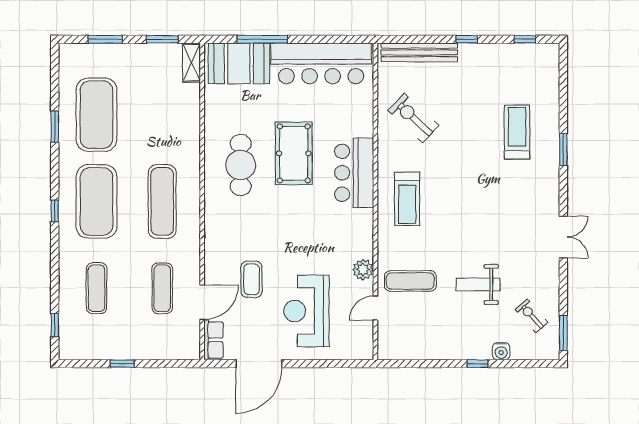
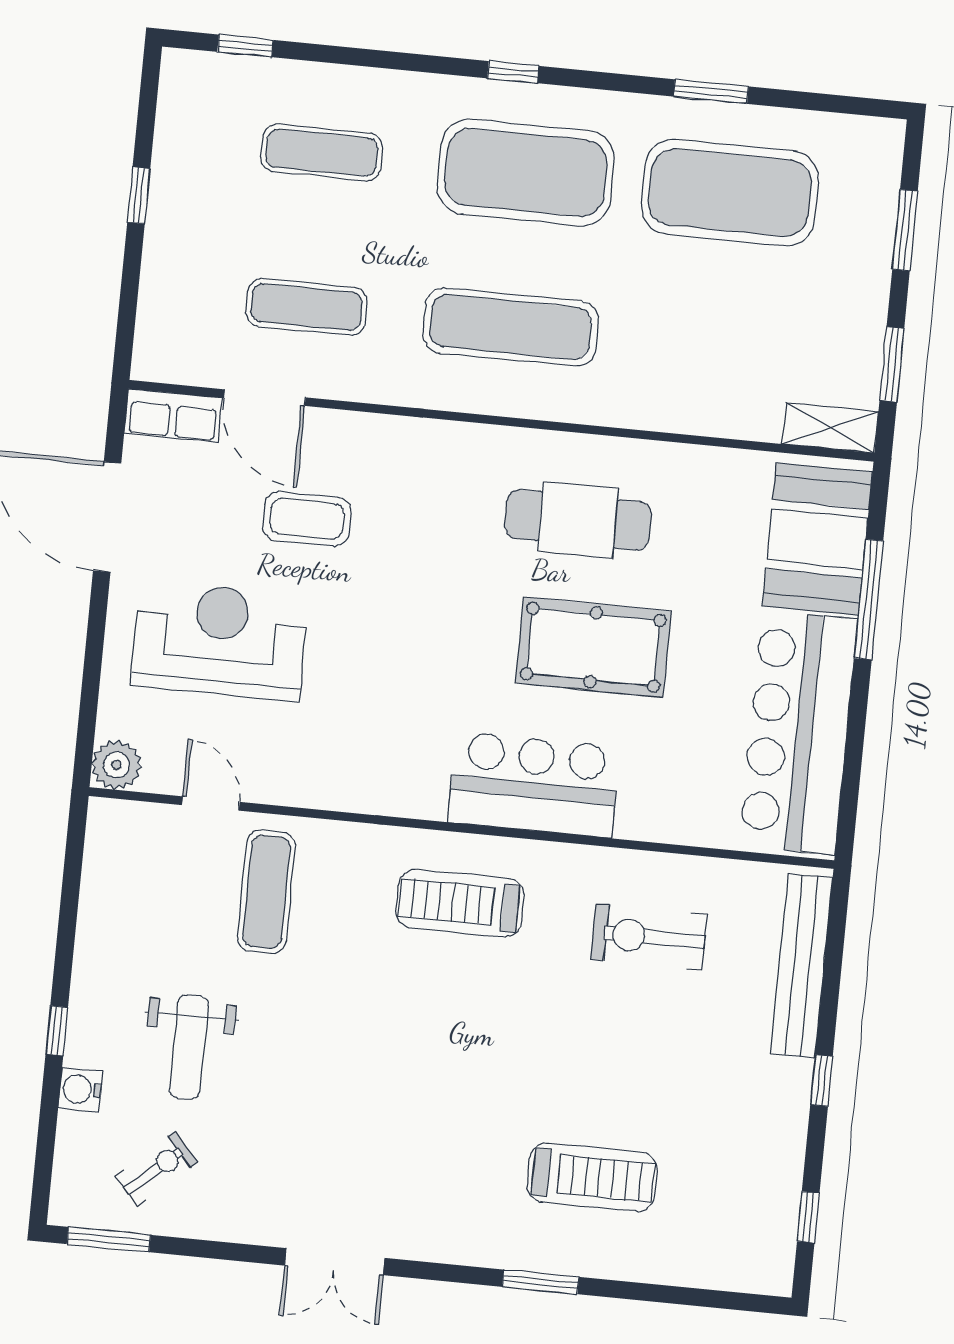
exercise bike: (413, 118) -> (649, 937), turned -133
plant: (363, 270) -> (116, 765), moved
weight bench: (478, 284) -> (189, 1047), moved, turned 180

